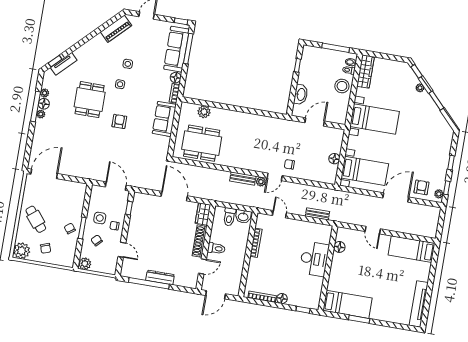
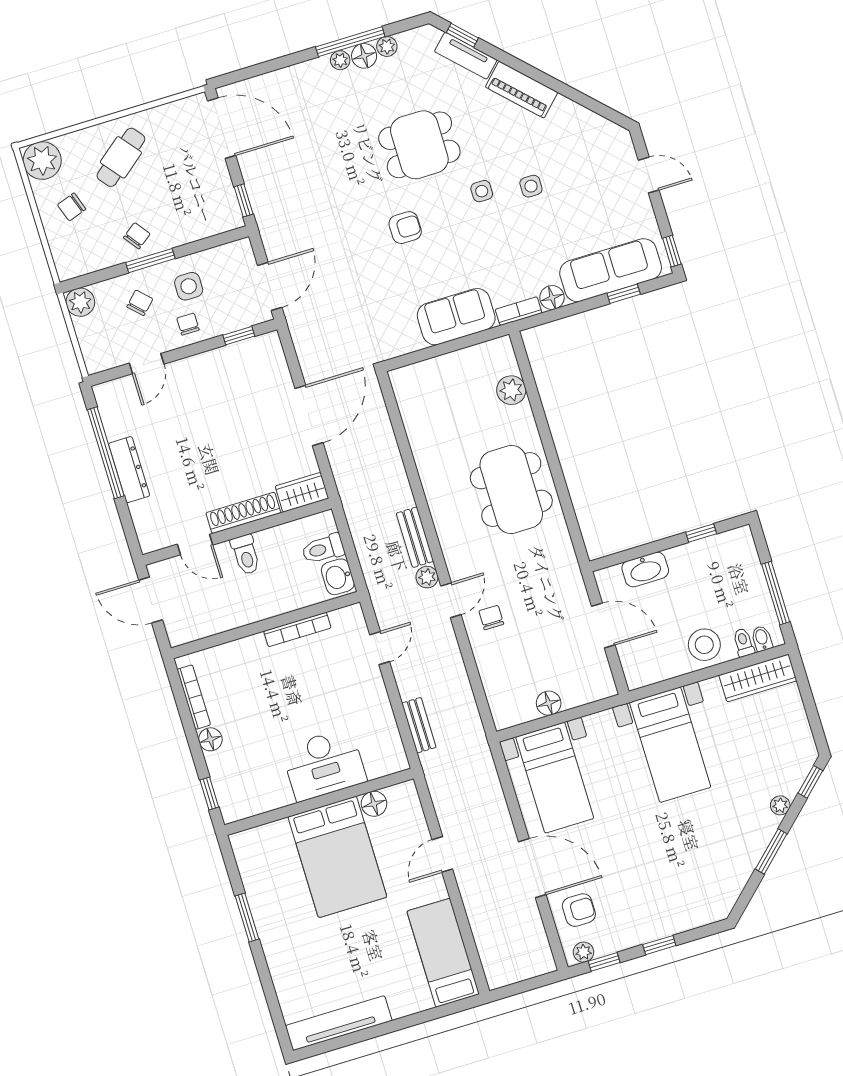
piano: (116, 29) -> (522, 90), moved
window: (188, 49) -> (624, 294), width x0.46
dining table: (202, 143) -> (511, 490), moved
door: (275, 177) -> (451, 600), swing flipped
window: (77, 180) -> (244, 200), added
bed: (348, 304) -> (337, 857), moved, width x1.50

